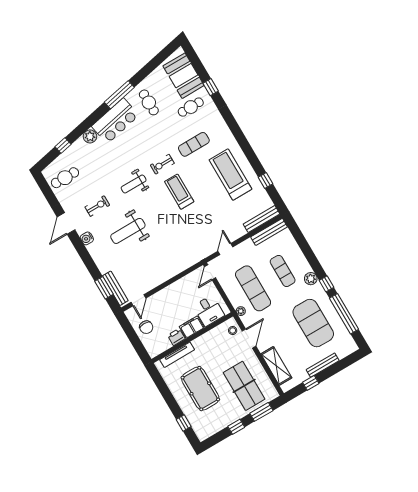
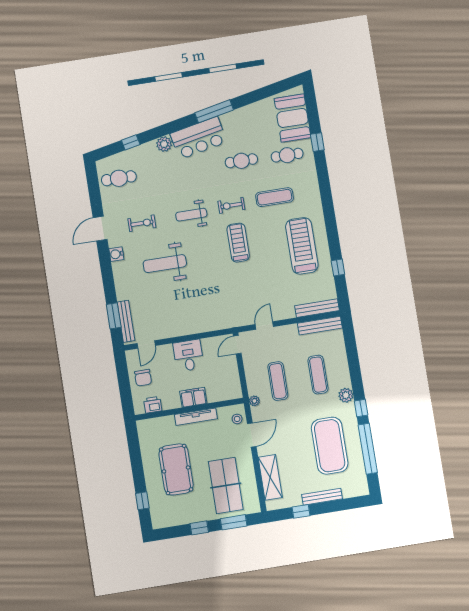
cafe table: (149, 102) -> (241, 161), moved, turned 90
exercise mat: (253, 288) -> (278, 381), width x0.73, depth x0.69
desk: (209, 311) -> (188, 355), moved, turned 180
printer: (176, 337) -> (153, 405), moved
tv unit: (177, 355) -> (196, 417), moved

